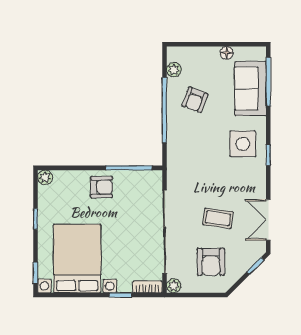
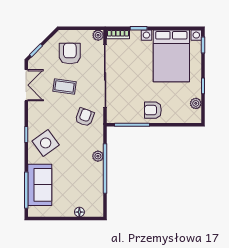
floor lamp: (227, 53) -> (79, 212), moved
plant: (174, 70) -> (98, 156), moved
armchair: (195, 100) -> (85, 117), moved
side table: (243, 144) -> (46, 143), turned -36
plant: (45, 177) -> (196, 103), moved

